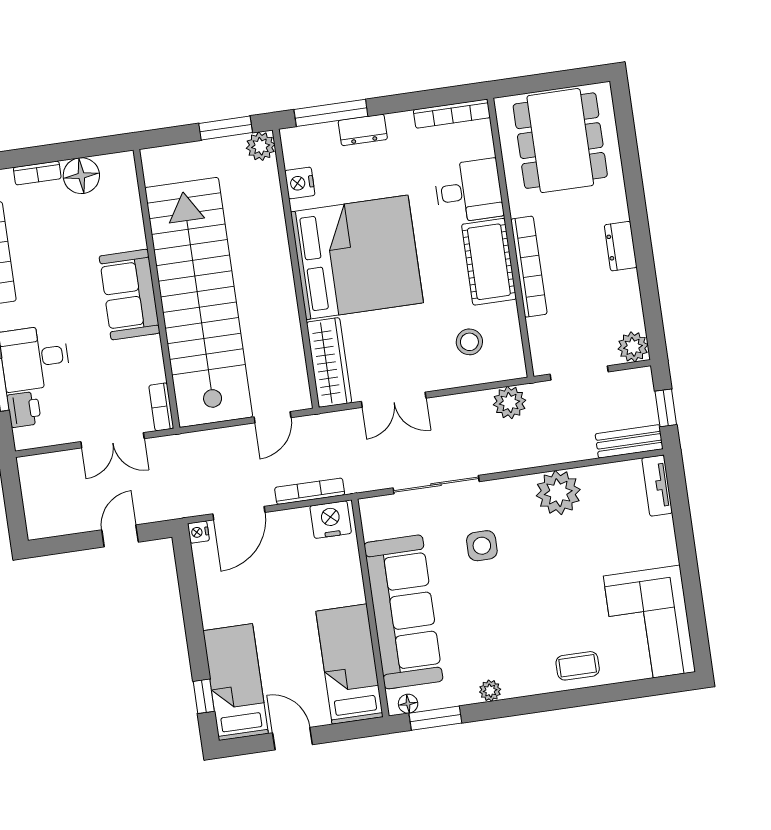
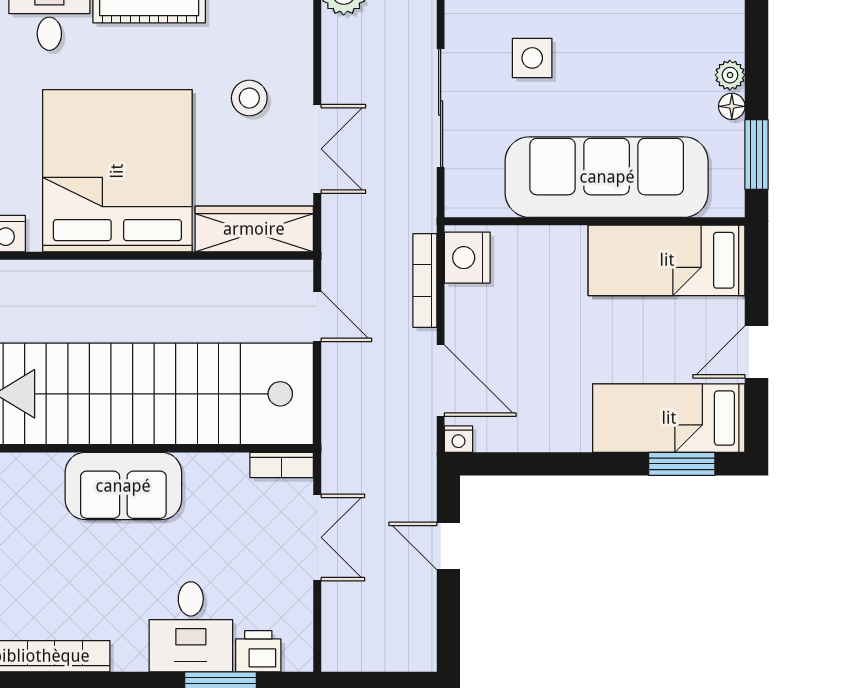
stool: (469, 342) -> (249, 98), moved
window: (204, 696) -> (682, 464), width x1.50
floor lamp: (408, 704) -> (732, 106), moved

